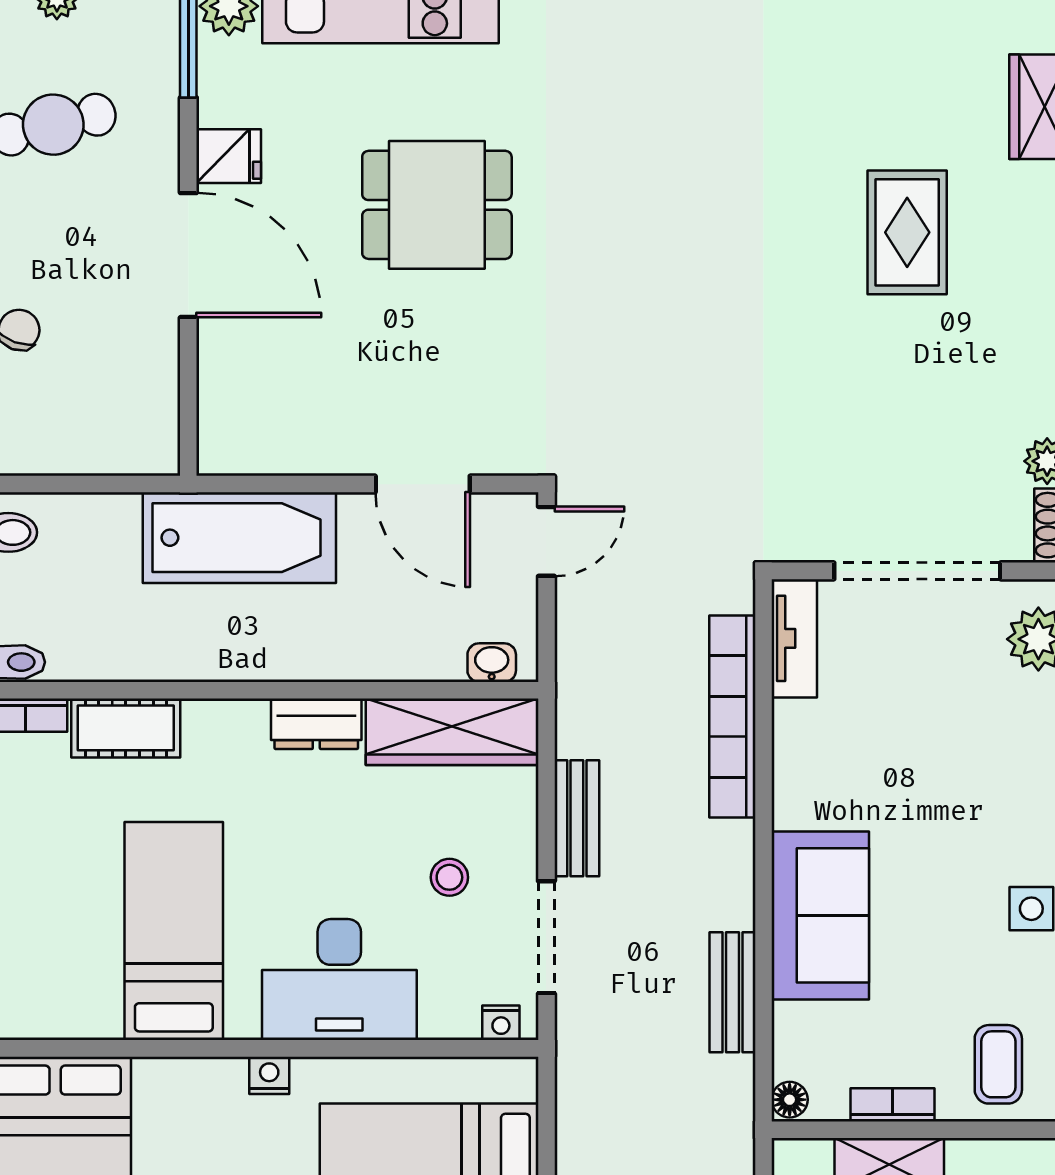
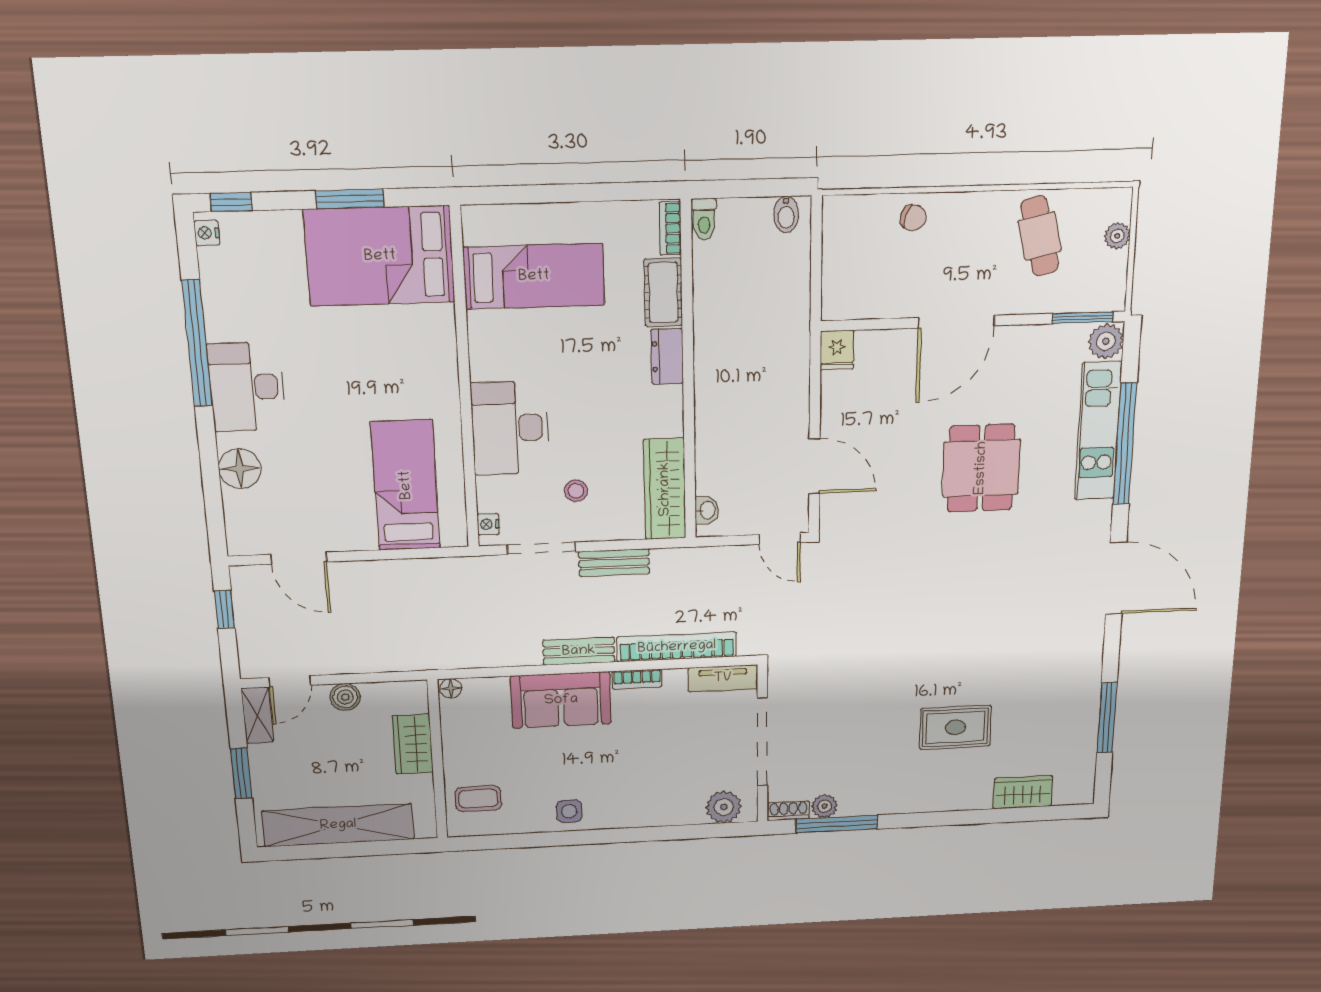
fridge: (229, 156) -> (837, 350), moved
door: (423, 484) -> (814, 466), swing flipped
bathtub: (239, 538) -> (782, 358), removed
dresser: (316, 724) -> (667, 356), moved
bed: (174, 931) -> (534, 276), moved
bench: (732, 992) -> (579, 651), moved
nightstand: (269, 1075) -> (448, 388), removed
bookcase: (893, 1105) -> (637, 679), moved, turned 90

